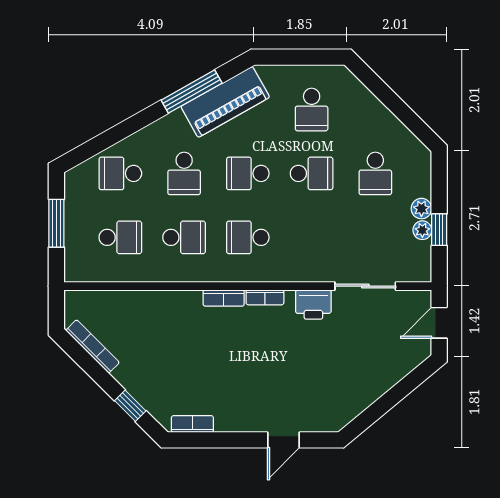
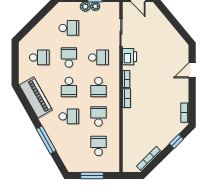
window: (192, 92) -> (46, 140), moved
school desk: (120, 173) -> (98, 57), moved, turned -90
door: (283, 440) -> (192, 70), swing flipped

